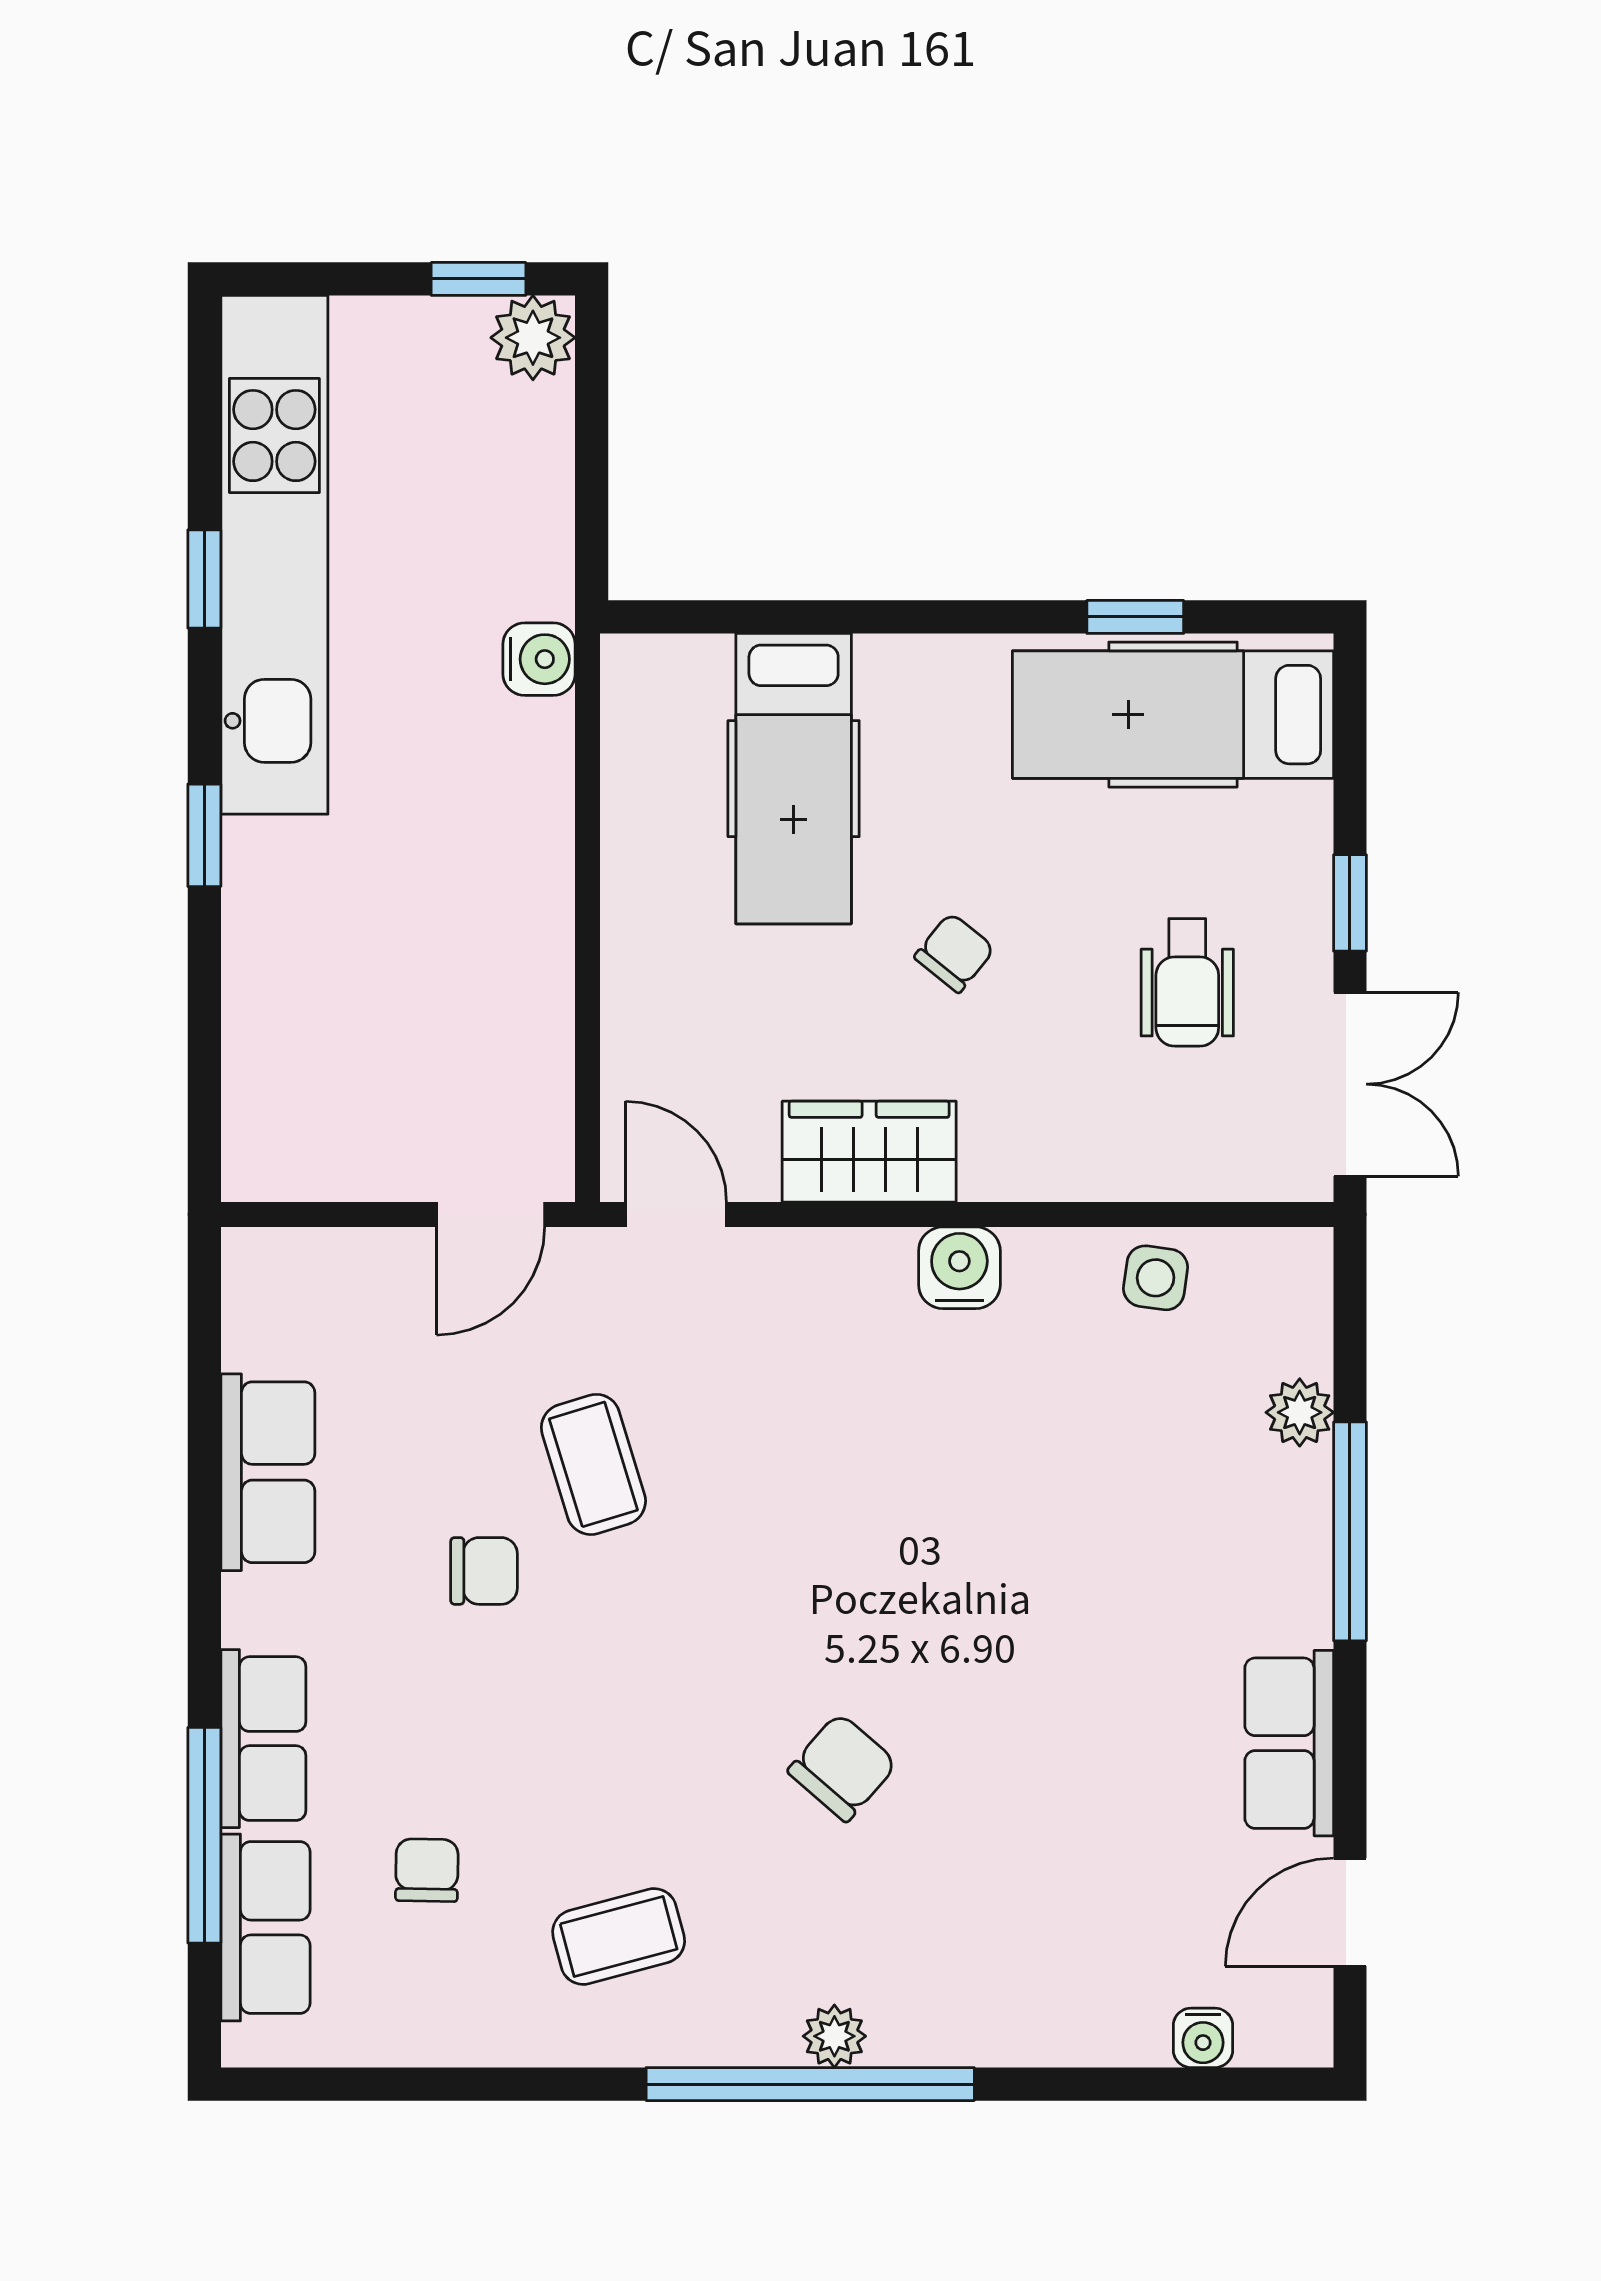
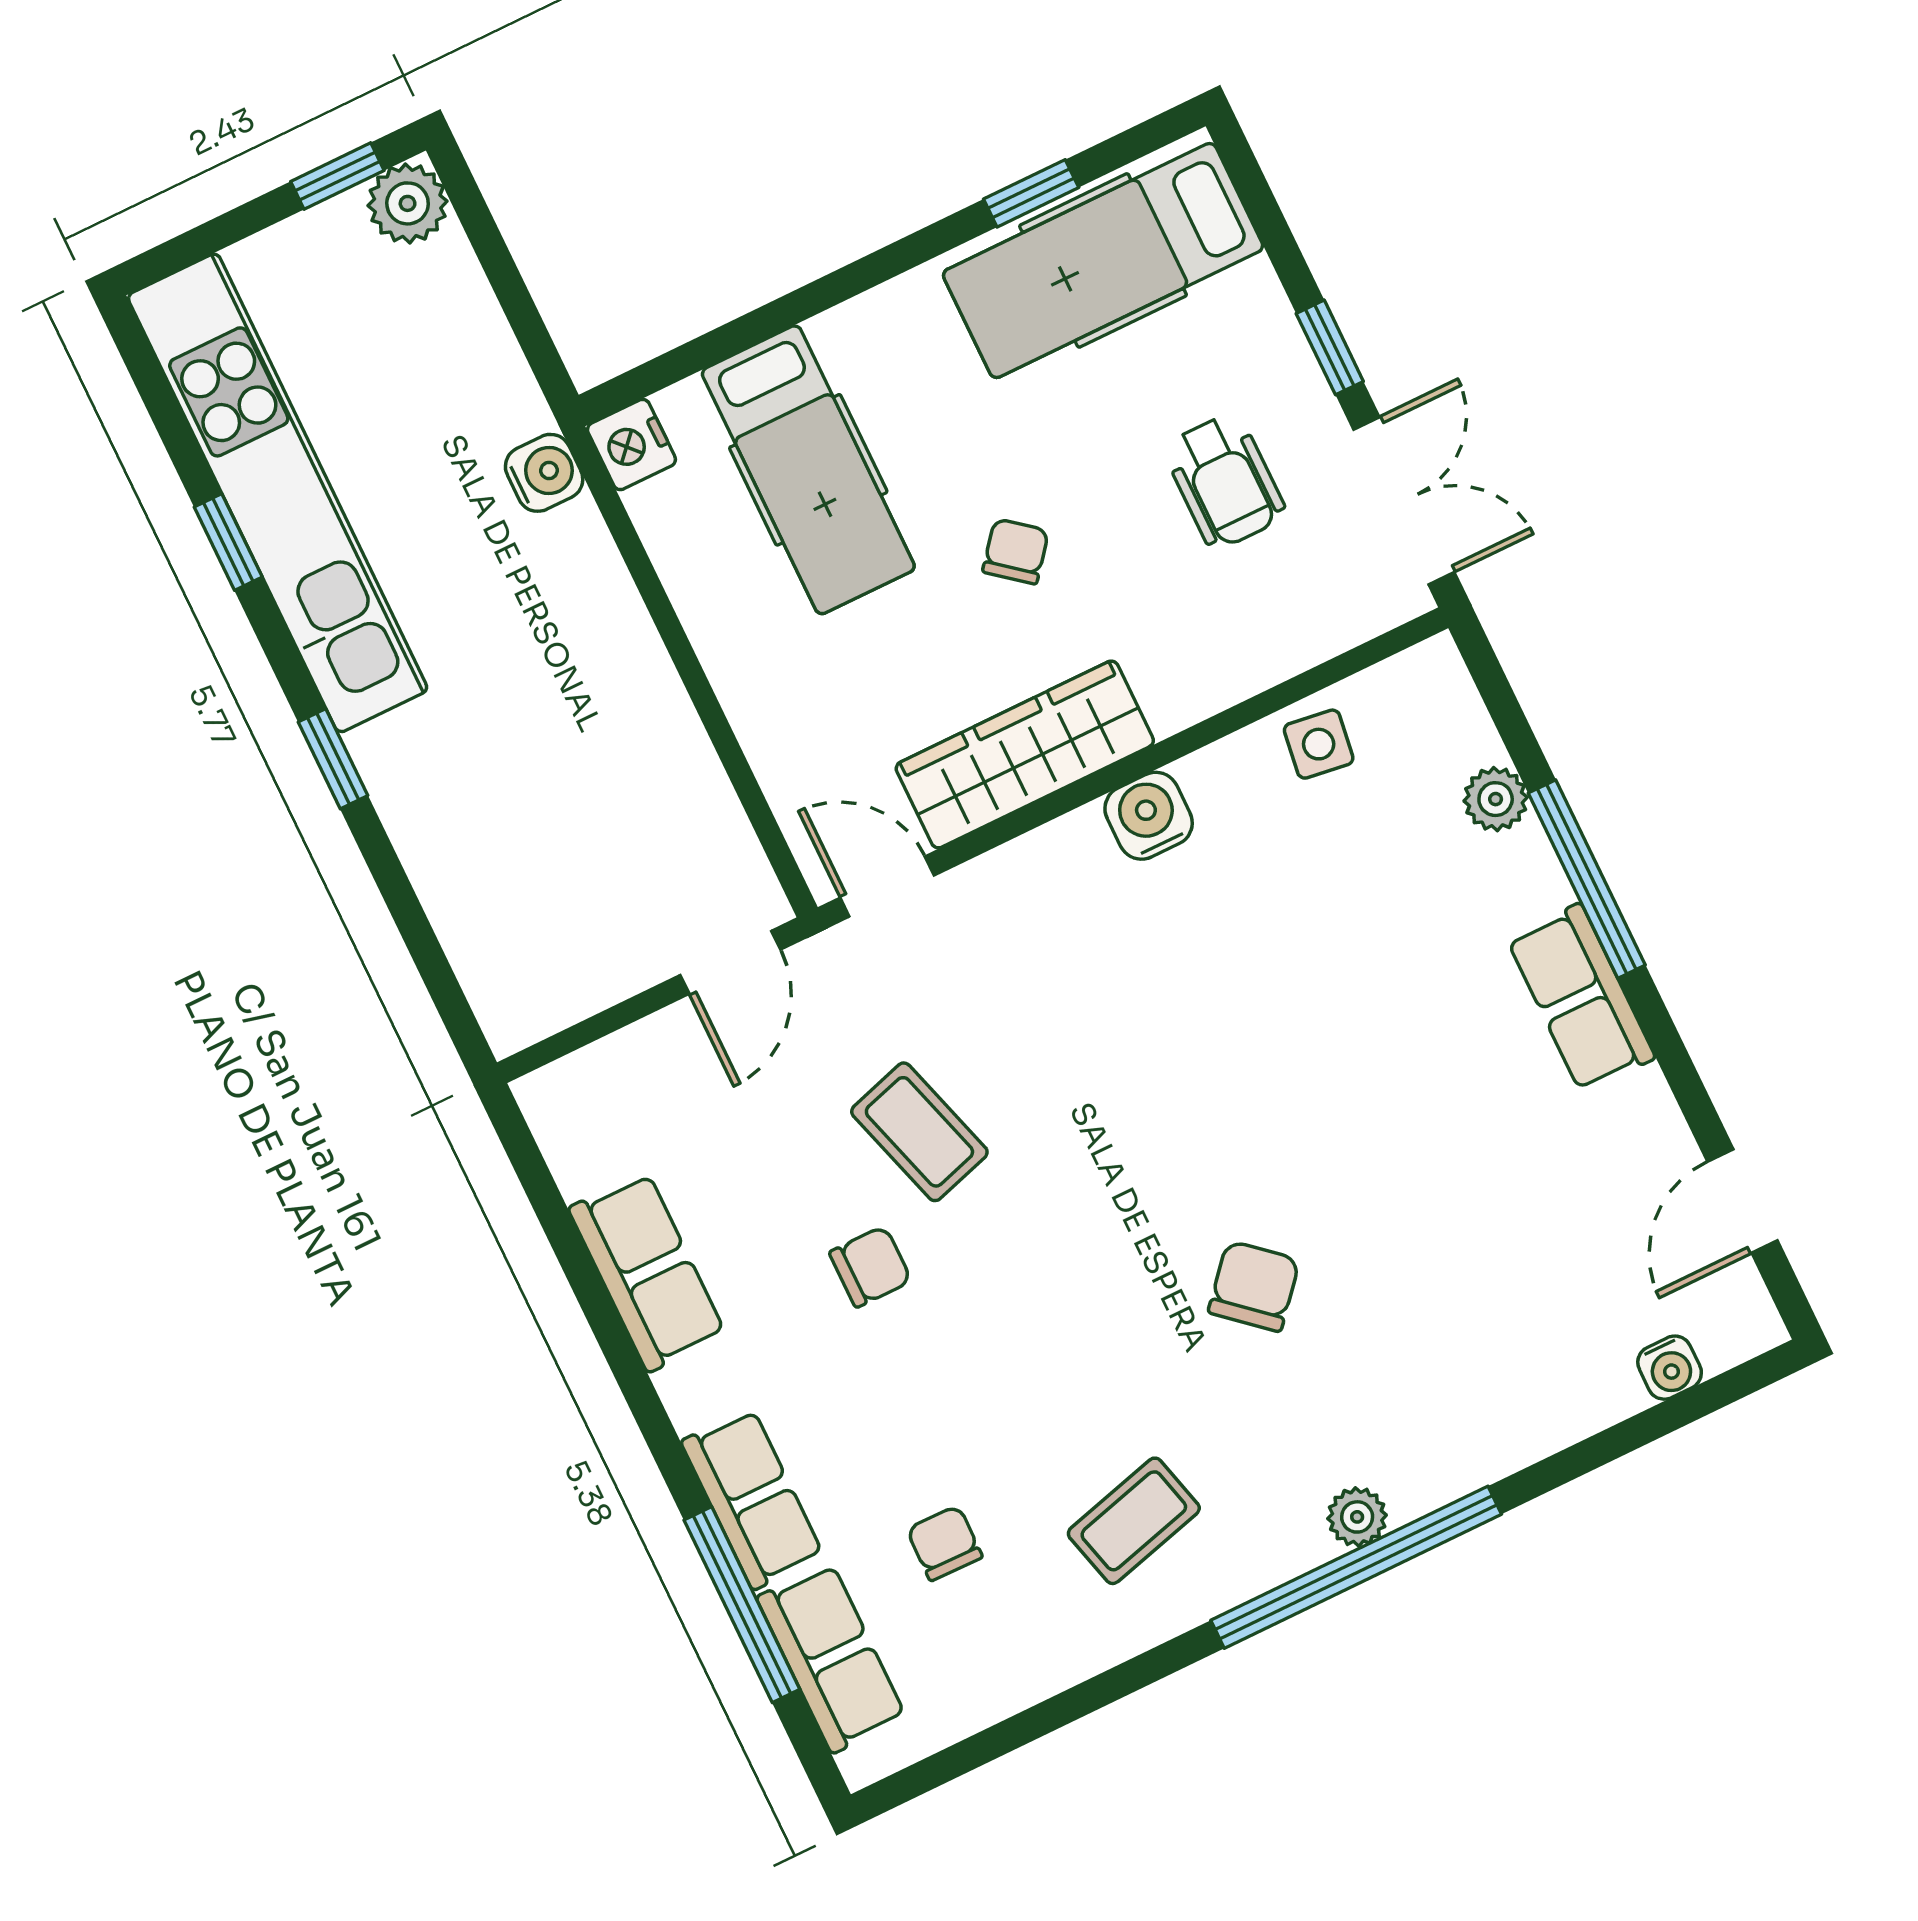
nightstand: (636, 672) -> (631, 445), added
wardrobe: (869, 1152) -> (1025, 754), width x1.50
row of seats: (1289, 1743) -> (1581, 998), moved

